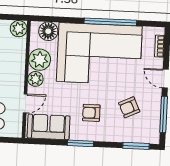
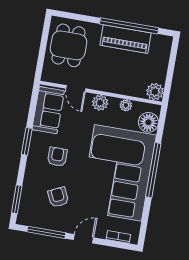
window: (110, 22) -> (153, 170), moved
plant: (40, 60) -> (126, 105), width x0.53, depth x0.53

